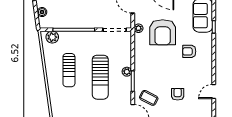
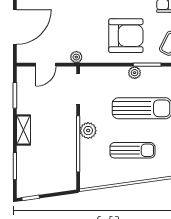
boiler: (42, 12) -> (54, 186), removed
armchair: (163, 32) -> (126, 36), moved
plant: (52, 37) -> (88, 131), moved

